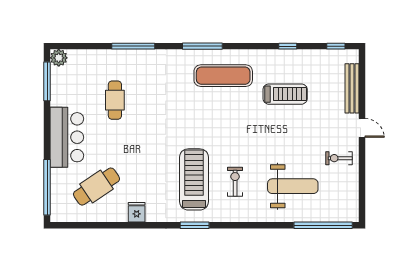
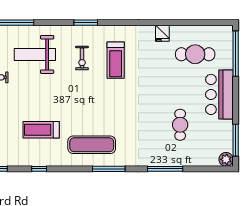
treadmill: (194, 179) -> (116, 60), width x0.73, depth x0.73
cafe table: (97, 187) -> (195, 54), turned 34
window: (195, 225) -> (86, 23), moved

